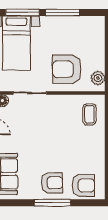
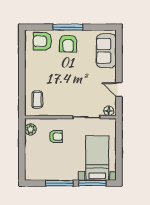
armchair: (67, 69) -> (56, 137), width x0.53, depth x0.53
armchair: (52, 183) -> (68, 43), turned -90

